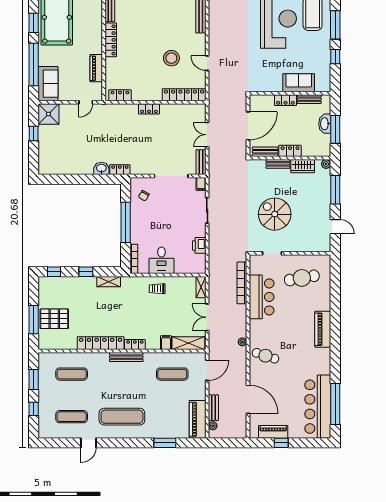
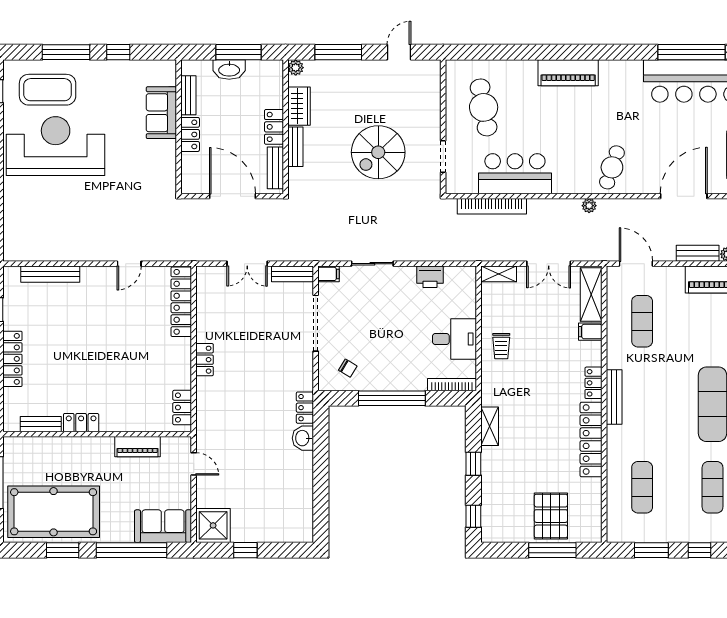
locker: (111, 40) -> (81, 423), width x0.66
stool: (171, 58) -> (121, 323), removed

